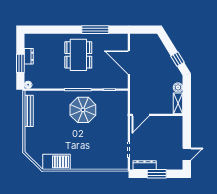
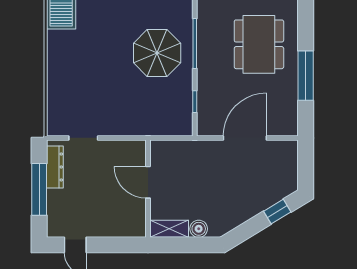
dining table: (78, 55) -> (259, 44), turned 90
window: (177, 59) -> (277, 212), moved
door: (141, 115) -> (148, 182), moved
window: (157, 174) -> (39, 189), width x1.44

